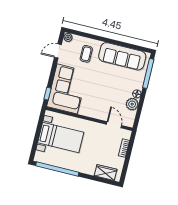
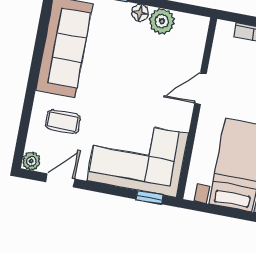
door: (58, 51) -> (60, 180), swing flipped
door: (114, 125) -> (201, 88), moved

